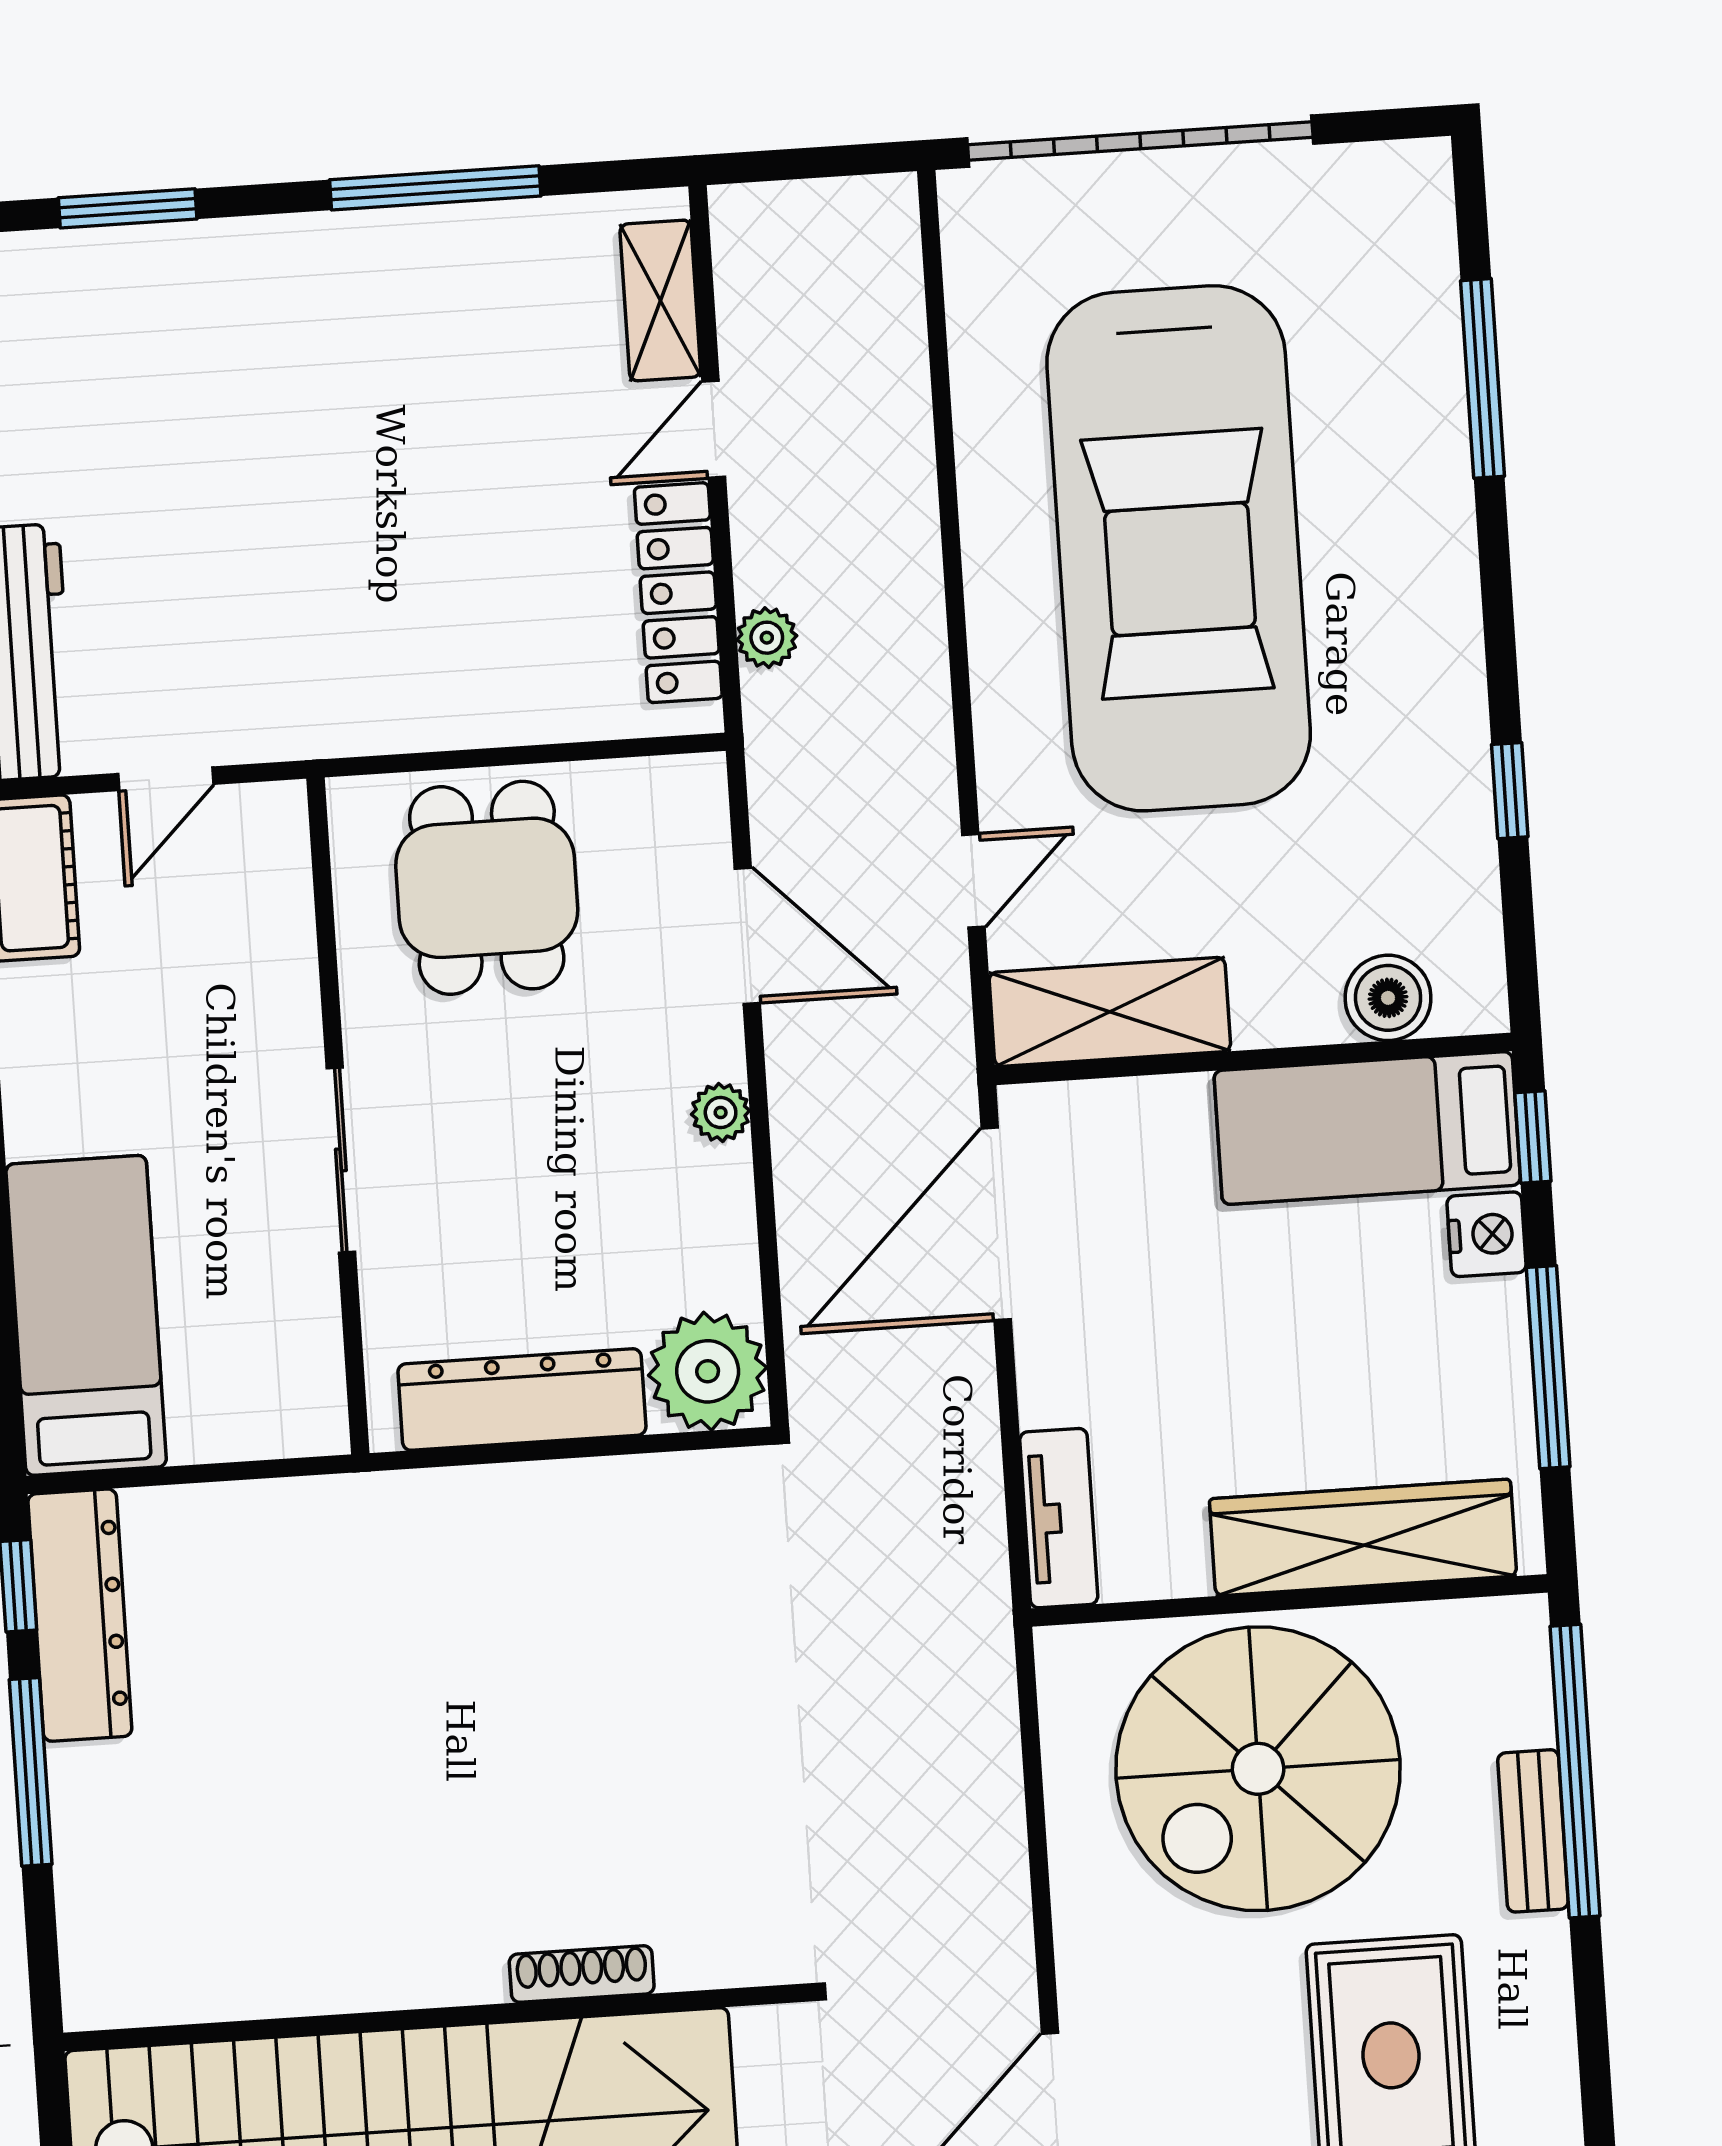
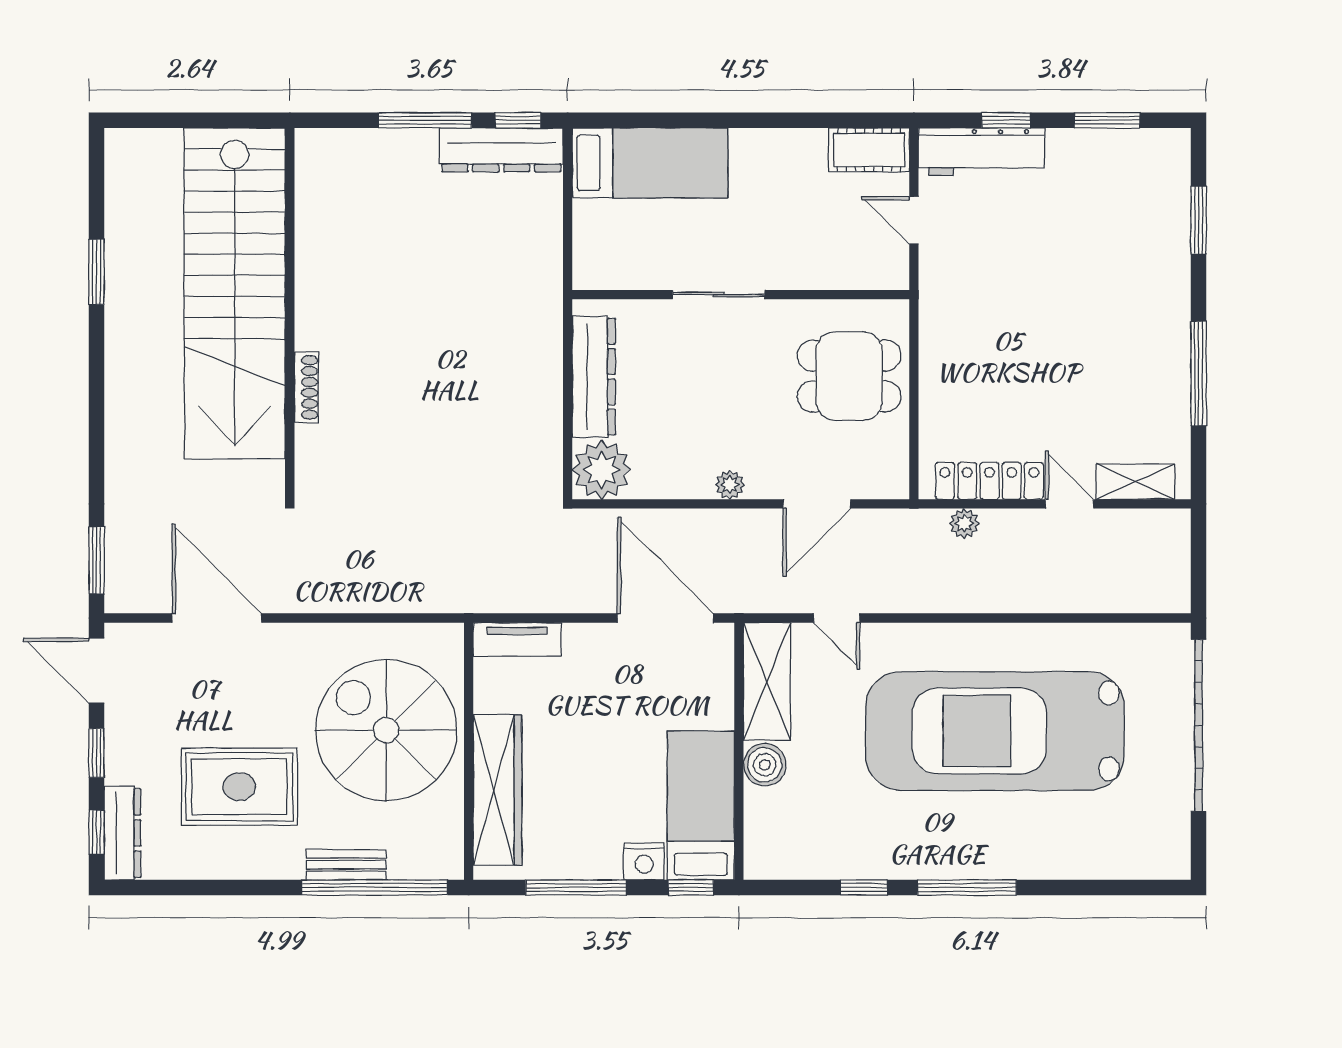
window: (1482, 378) -> (967, 887), moved
boiler: (1388, 998) -> (765, 765), moved

